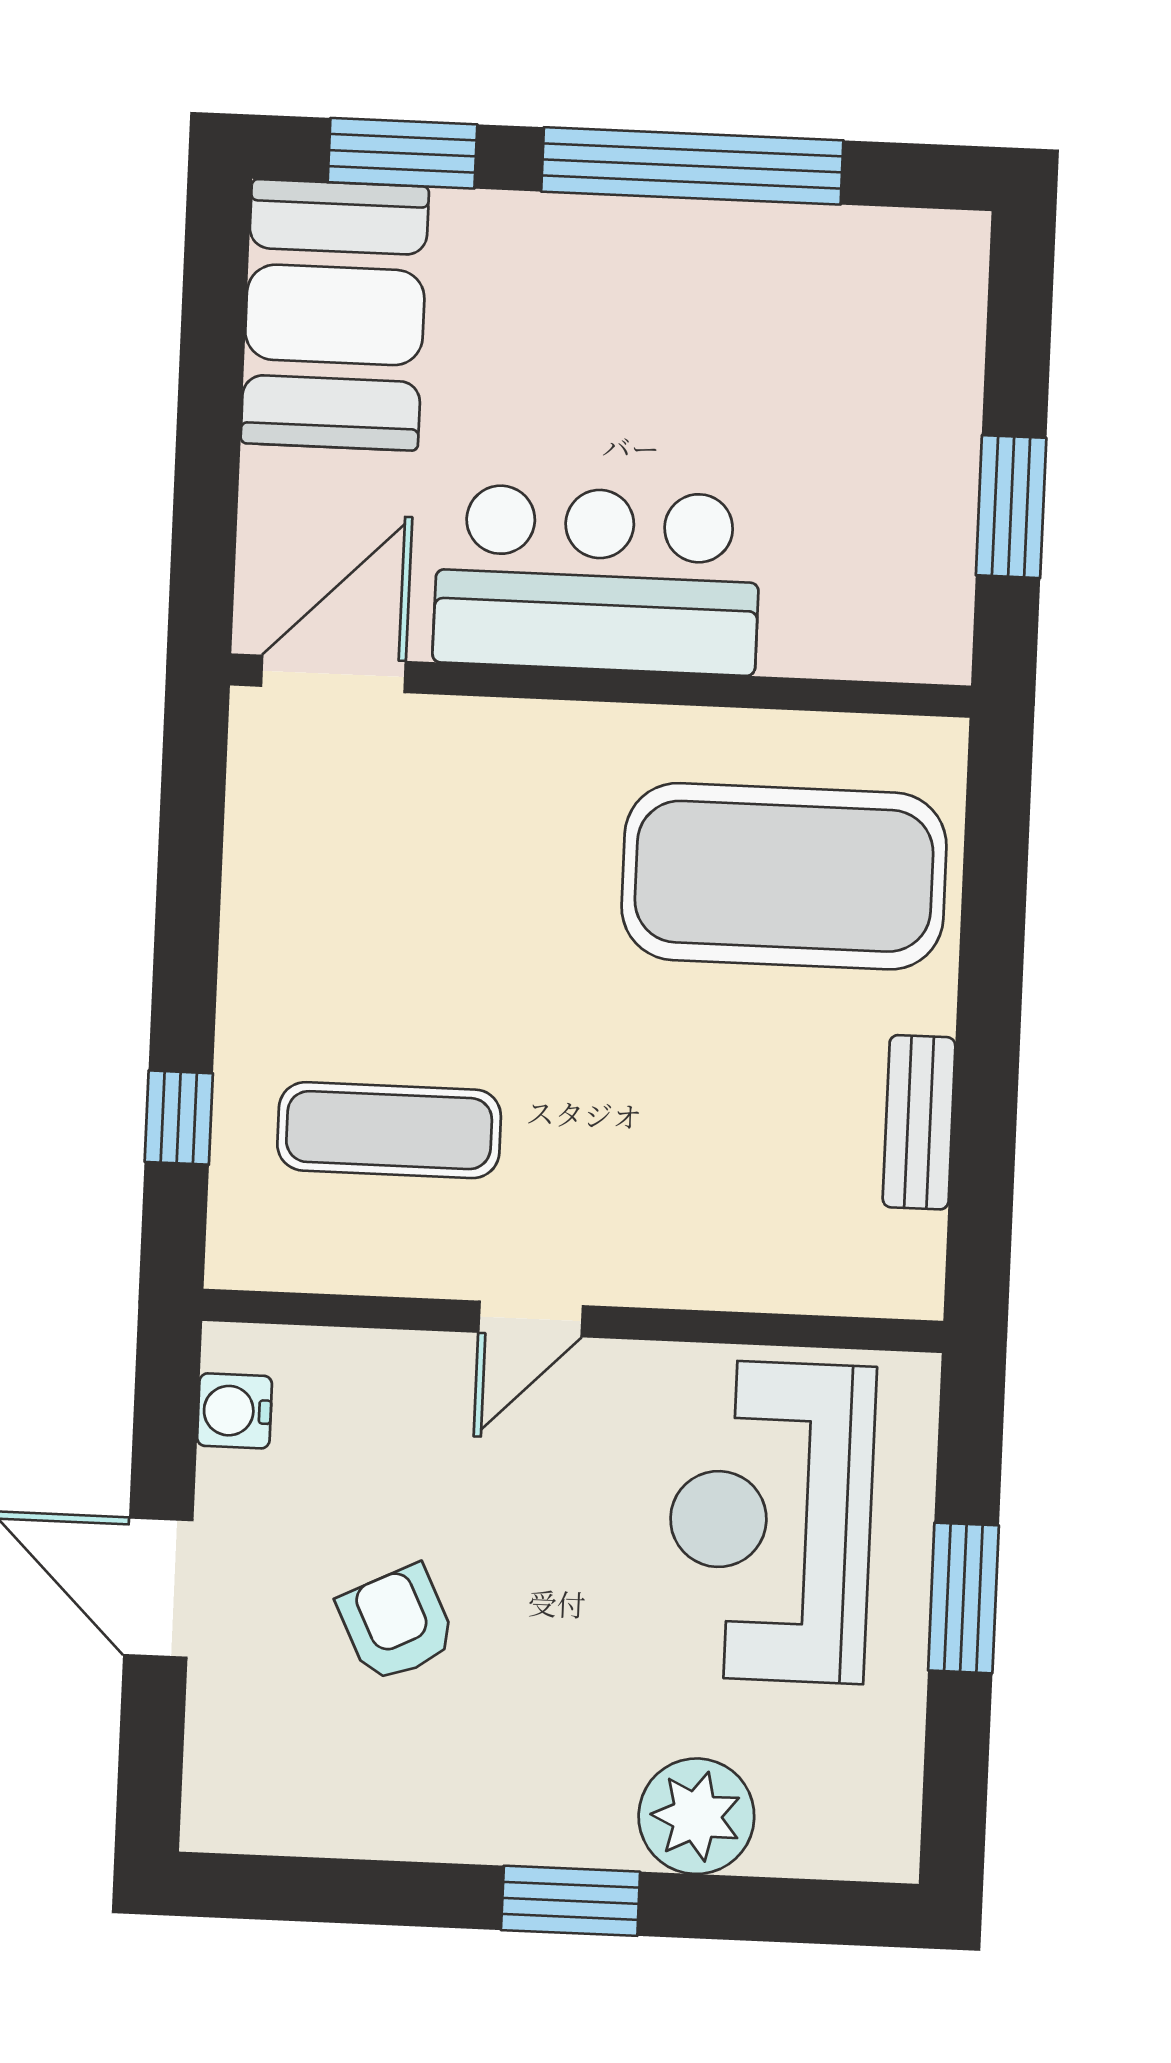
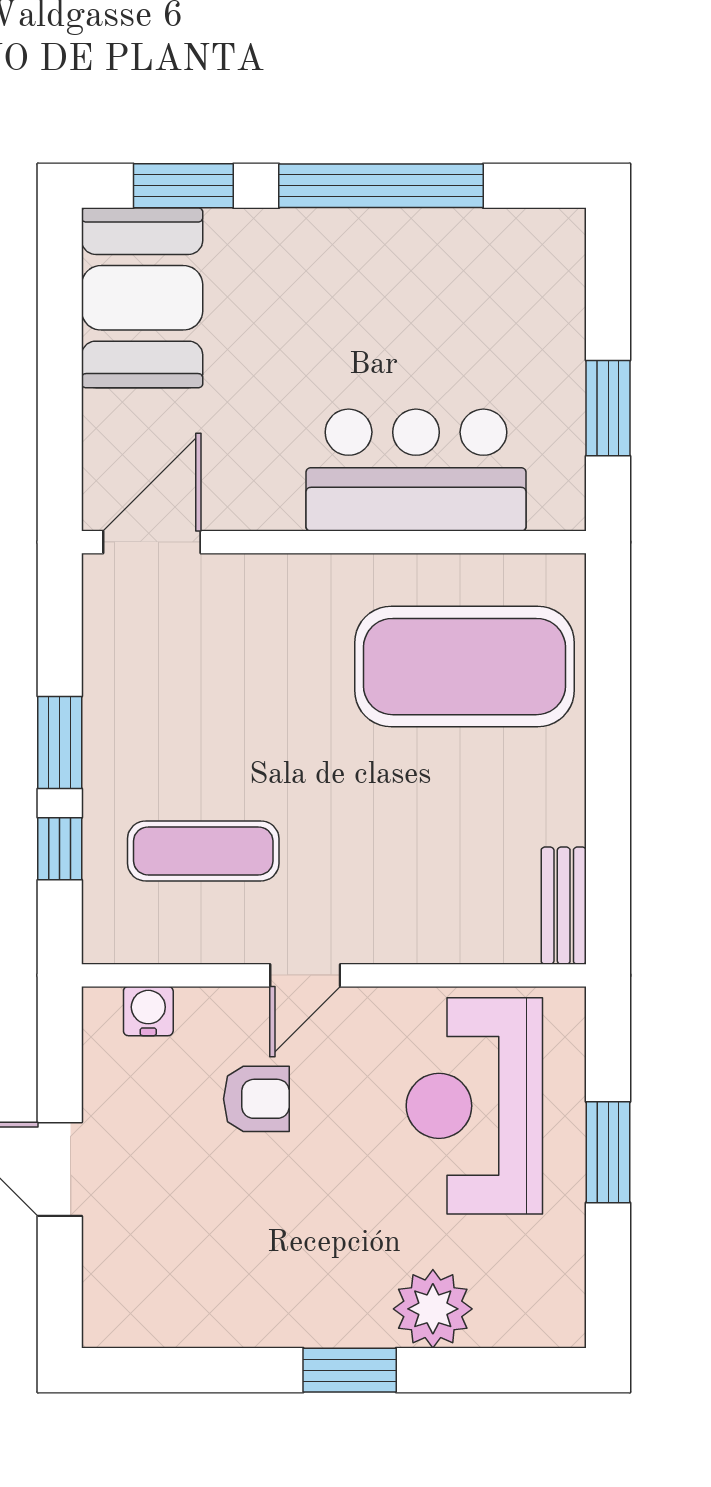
bar counter: (597, 580) -> (416, 470), moved
window: (186, 962) -> (60, 743), added
bench: (919, 1122) -> (564, 906), moved
water cooler: (234, 1411) -> (148, 1011), moved, turned 90
armchair: (397, 1624) -> (256, 1099), moved, turned 116

